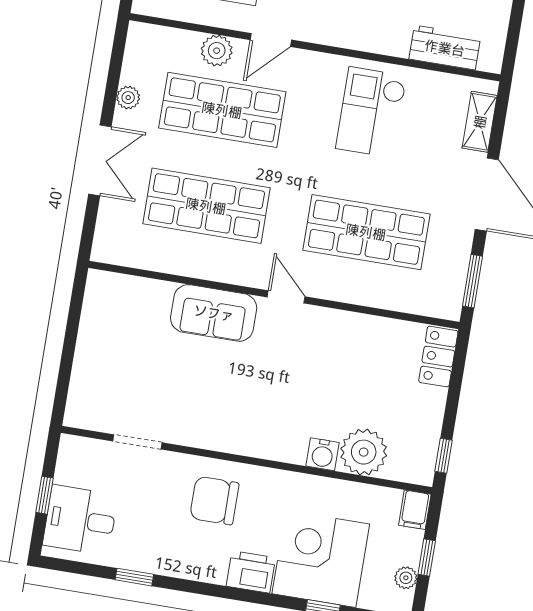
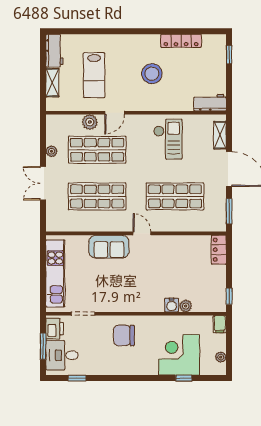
workbench: (445, 48) -> (210, 103), moved
checkout: (371, 112) -> (168, 139), turned 180
double door: (100, 160) -> (43, 183), swing flipped
kitchen unit: (95, 350) -> (55, 273), added
plant: (364, 452) -> (186, 306), width x0.53, depth x0.53
window: (44, 495) -> (43, 346), width x1.50
window: (427, 557) -> (229, 346), removed
printer: (251, 572) -> (55, 329), moved, turned 90
window: (134, 577) -> (77, 378), moved

